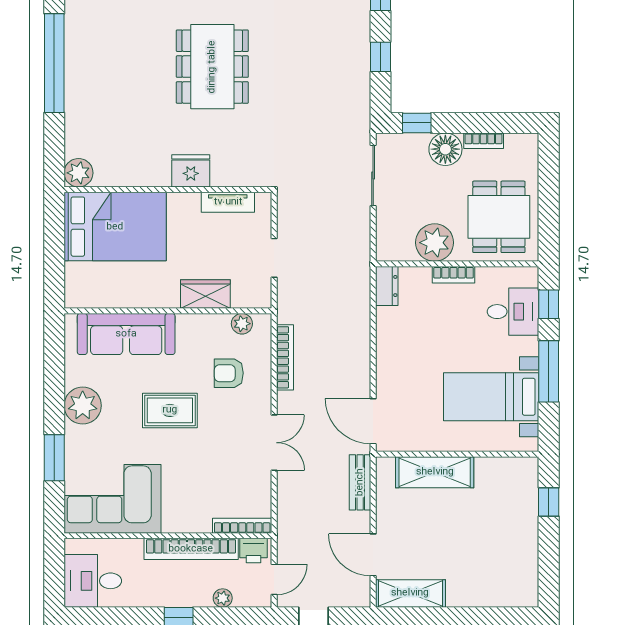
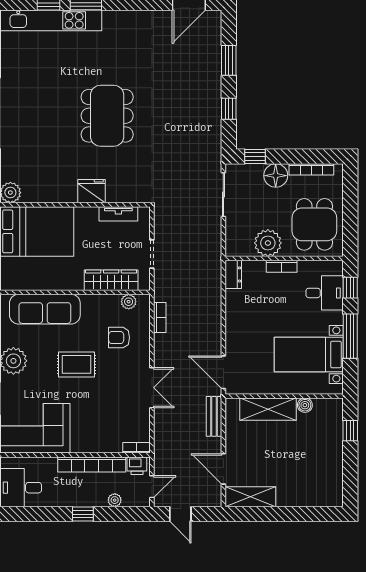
bookcase: (484, 141) -> (311, 169), width x1.56
wardrobe: (205, 294) -> (111, 280), width x1.50
bookcase: (285, 357) -> (160, 317), width x0.64
boiler: (486, 467) -> (305, 405), added
bookcase: (242, 526) -> (136, 448), width x0.64

